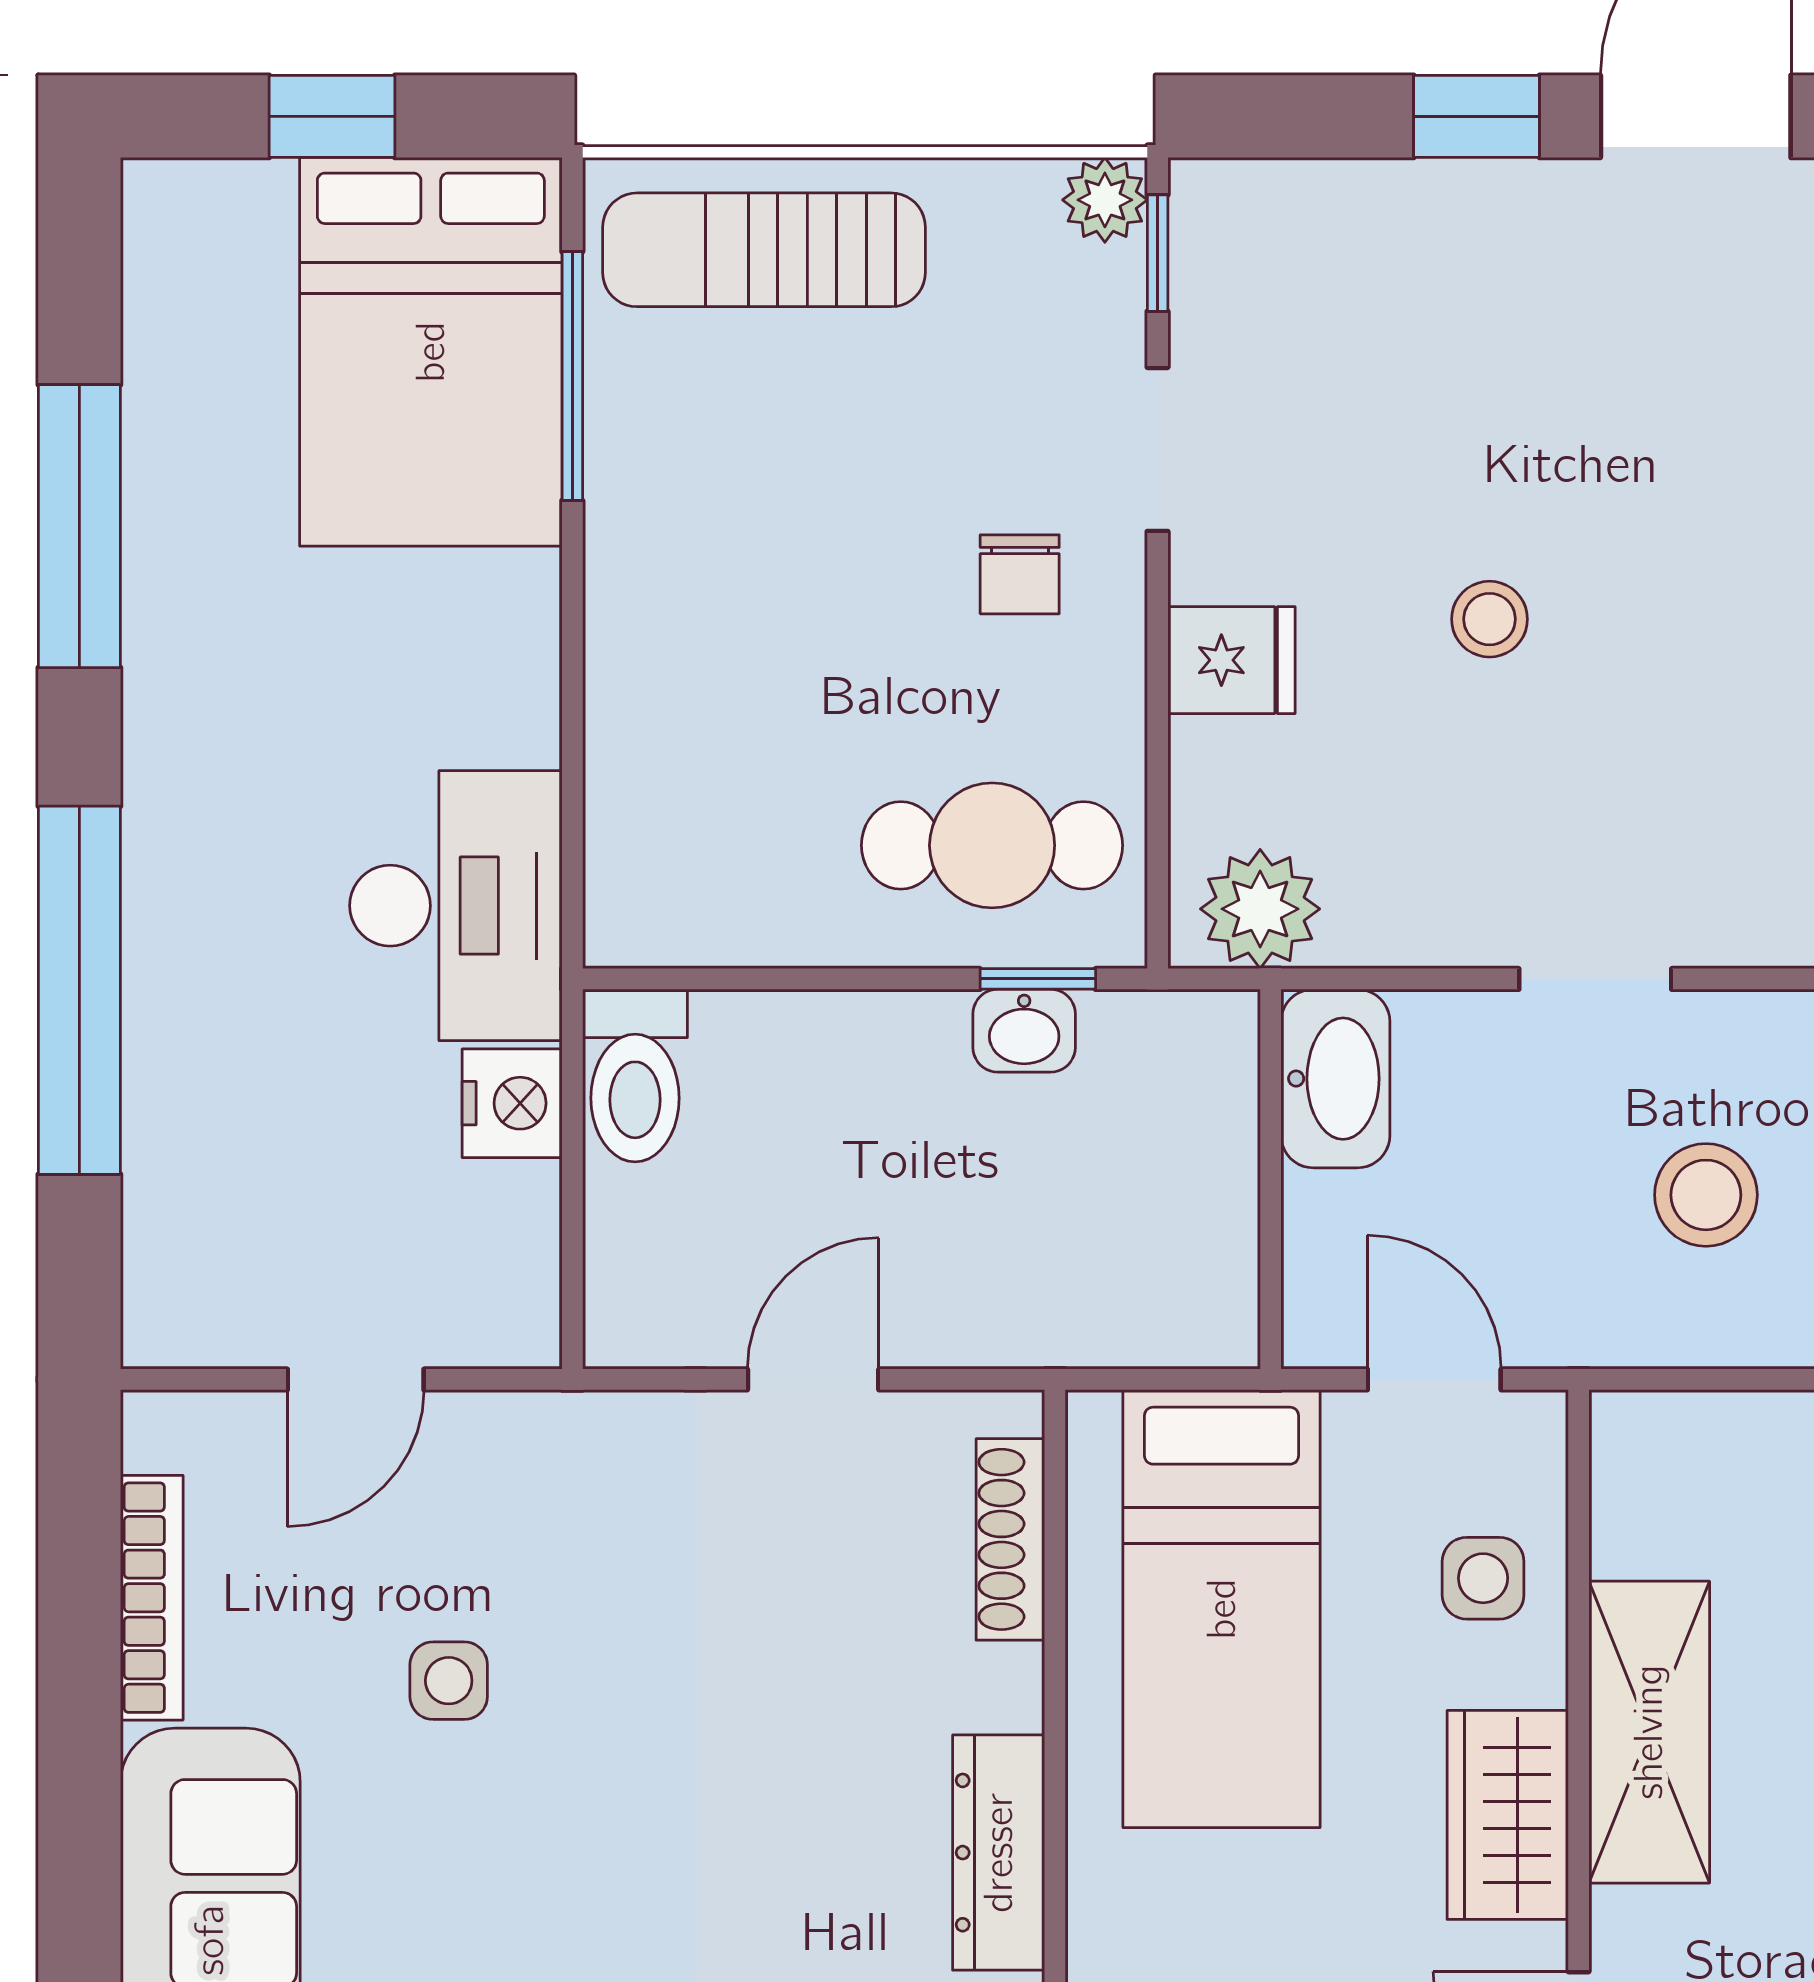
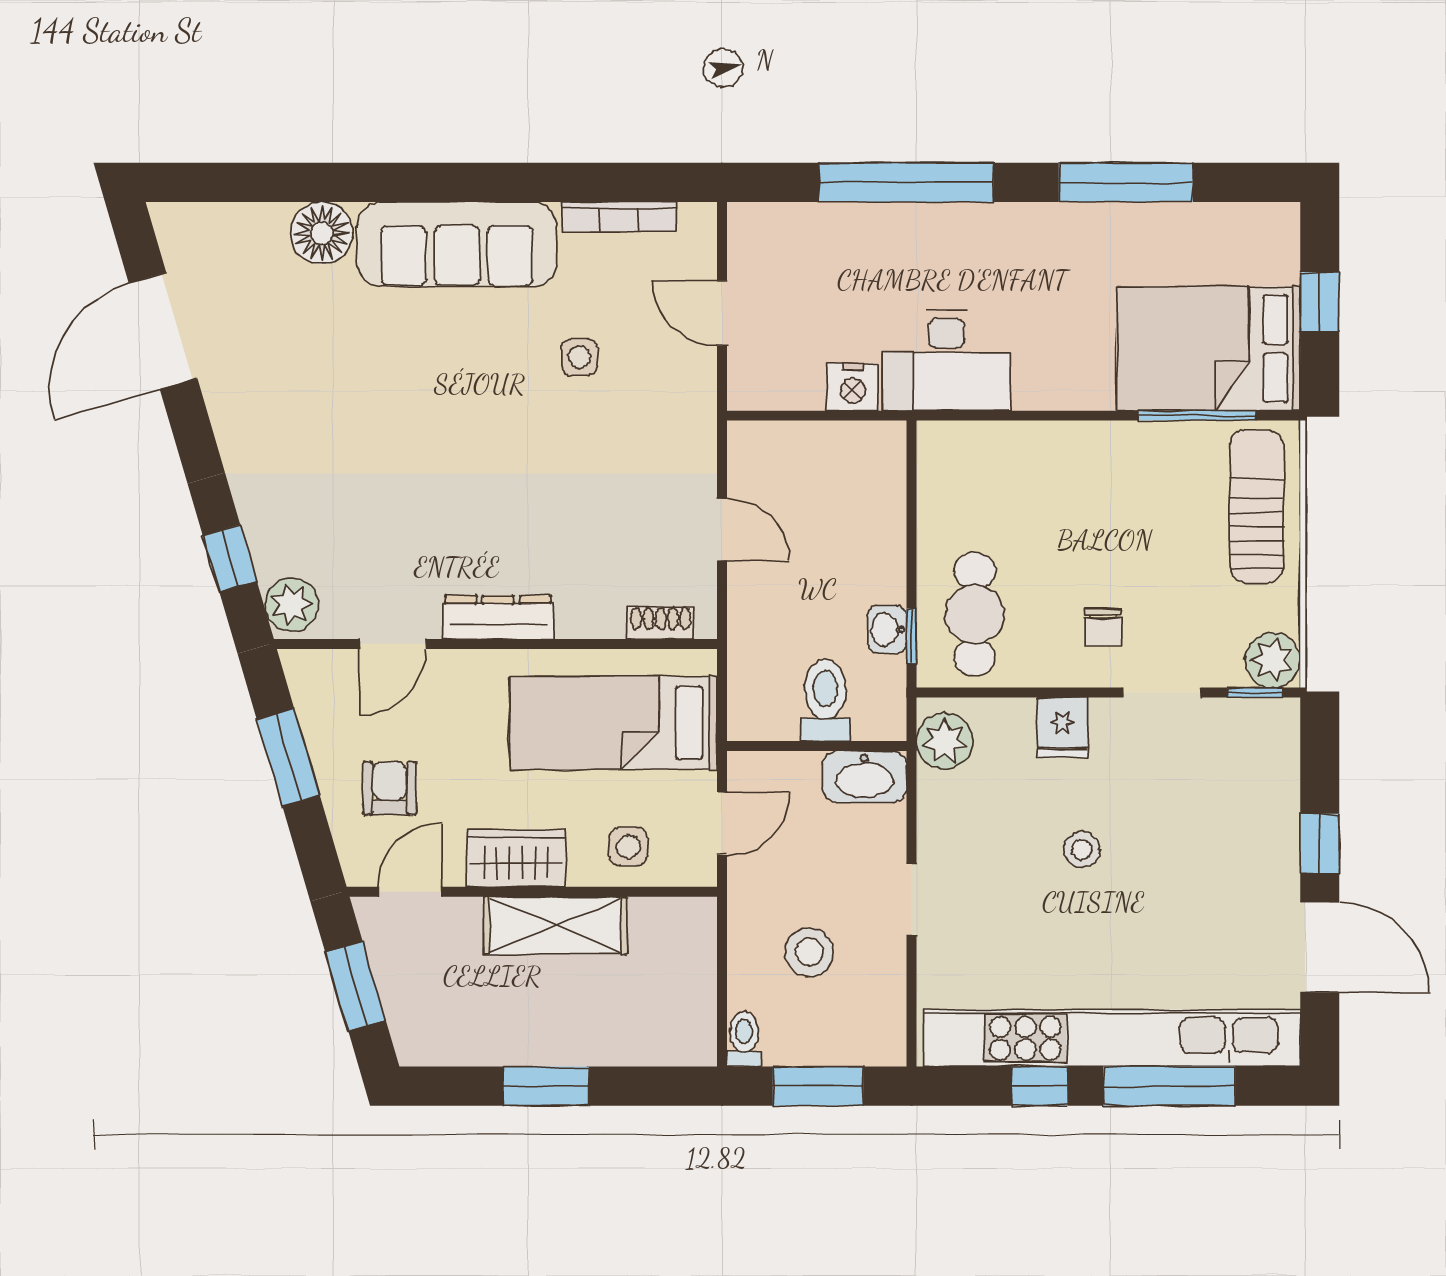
plant: (1105, 200) -> (1273, 660), width x1.38, depth x1.38
chair: (1020, 574) -> (1103, 627), turned -90
toilet: (635, 1076) -> (825, 700), moved, turned 90
shoe rack: (1010, 1539) -> (661, 623), width x0.70

